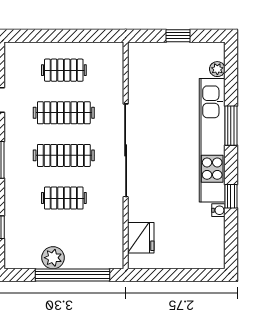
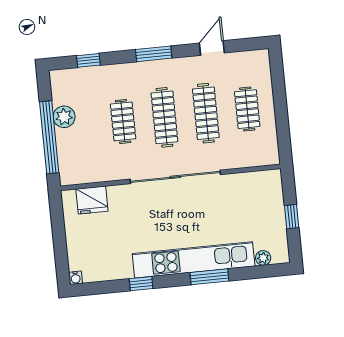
water cooler: (218, 210) -> (76, 278), moved

